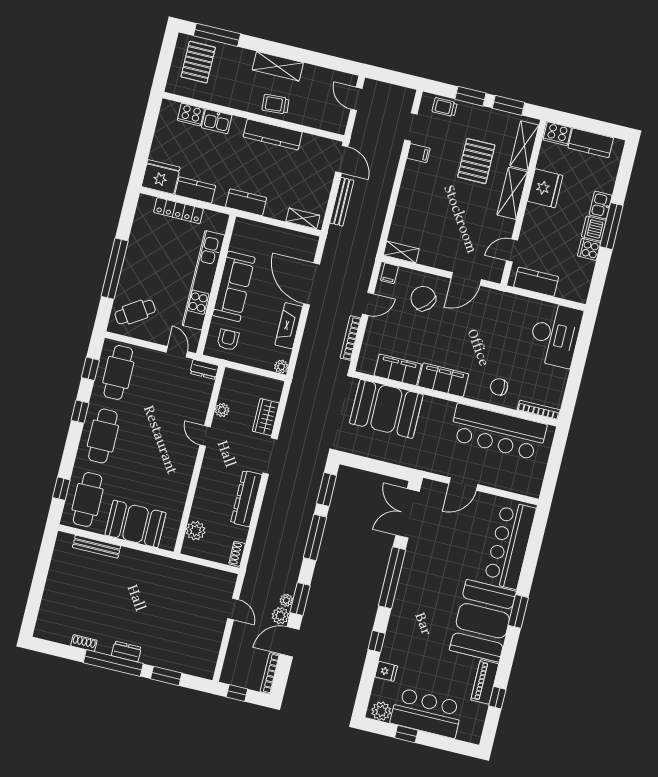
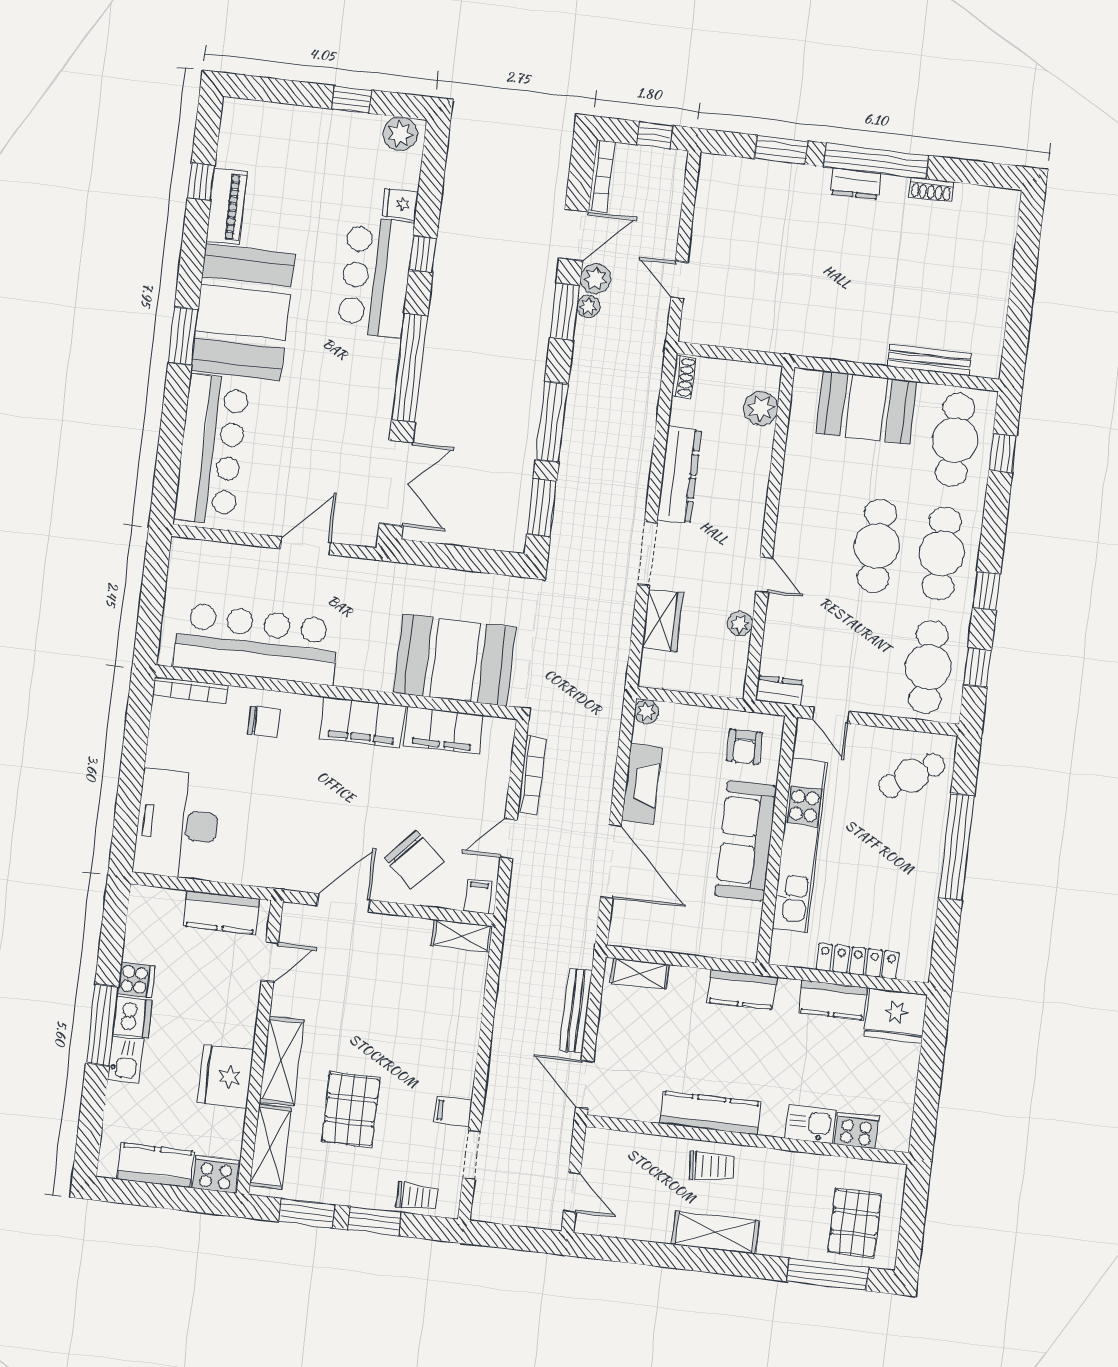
cafe table: (139, 445) -> (877, 546), added
bar counter: (427, 713) -> (376, 277), moved, turned 90

